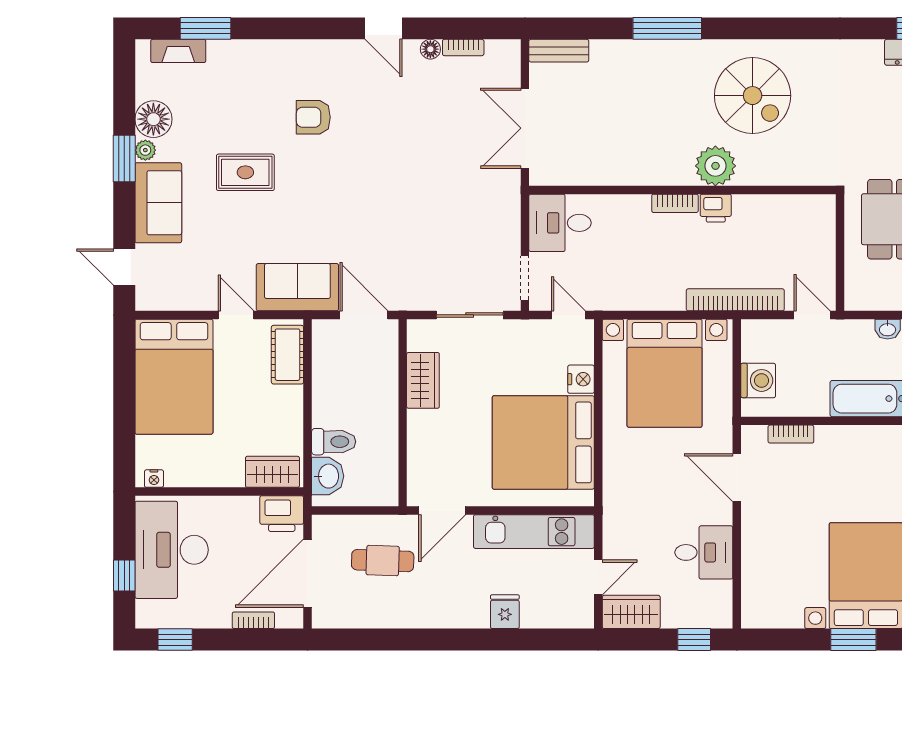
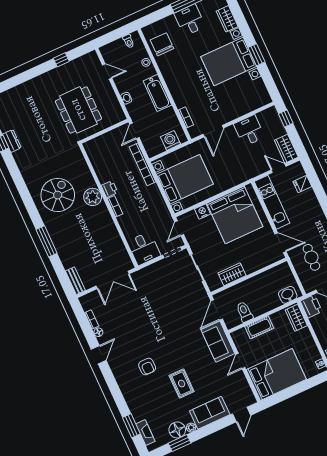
window: (124, 159) -> (180, 443), moved
cot: (287, 355) -> (259, 327), moved
toilet: (334, 442) -> (244, 312), moved
fridge: (505, 612) -> (302, 184), moved

